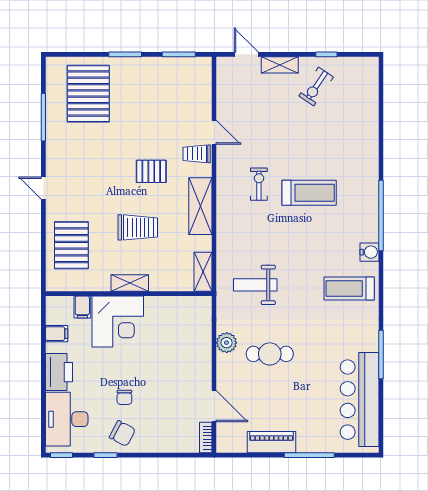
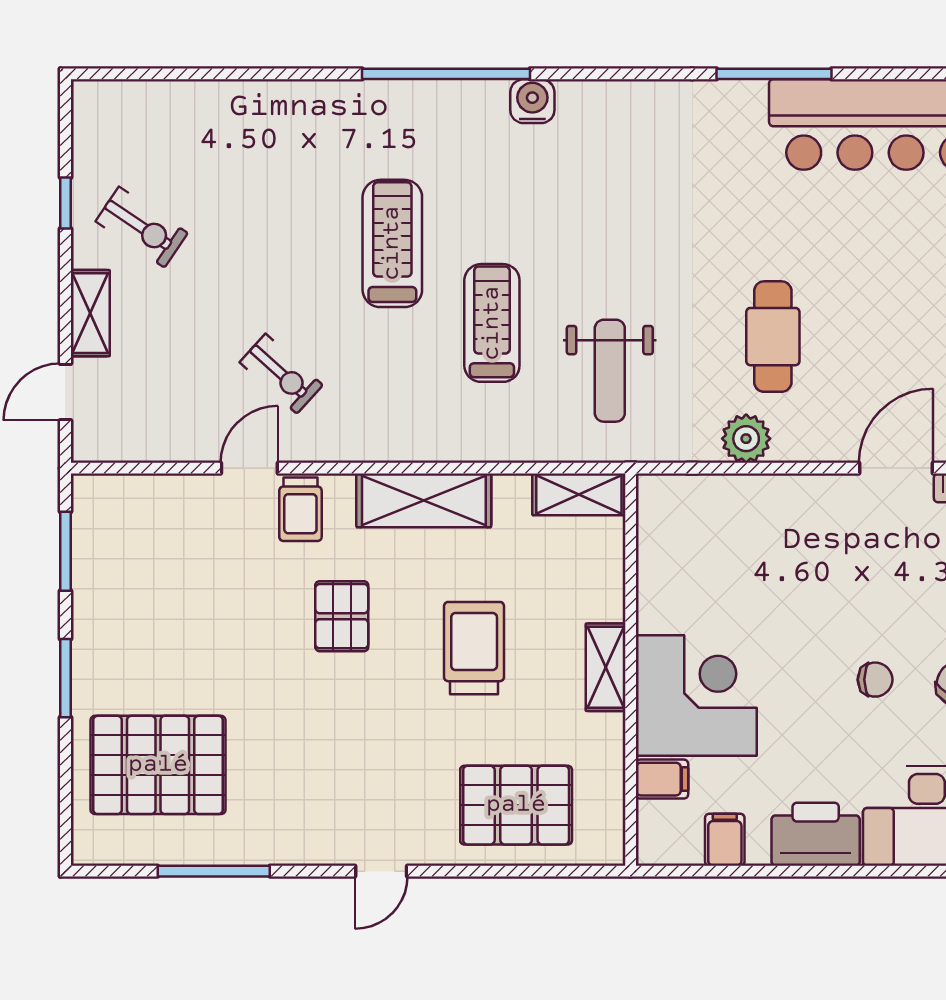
exercise bike: (259, 184) -> (281, 374), moved, turned -138
treadmill: (349, 288) -> (492, 323), moved, turned 180

